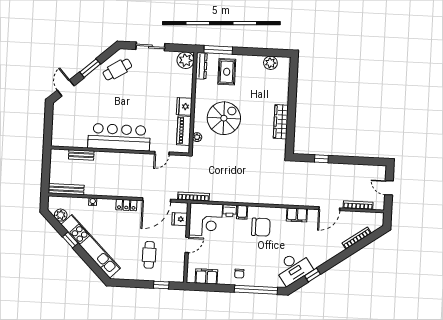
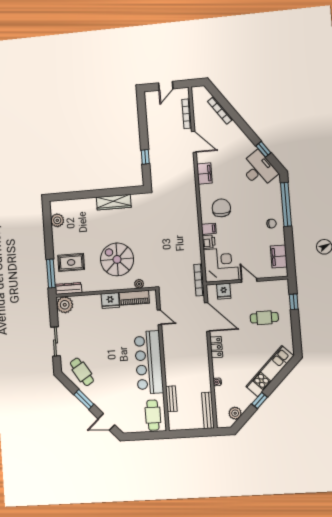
cafe table: (67, 135) -> (153, 415), added
kitchen unit: (91, 246) -> (270, 371), width x0.73

